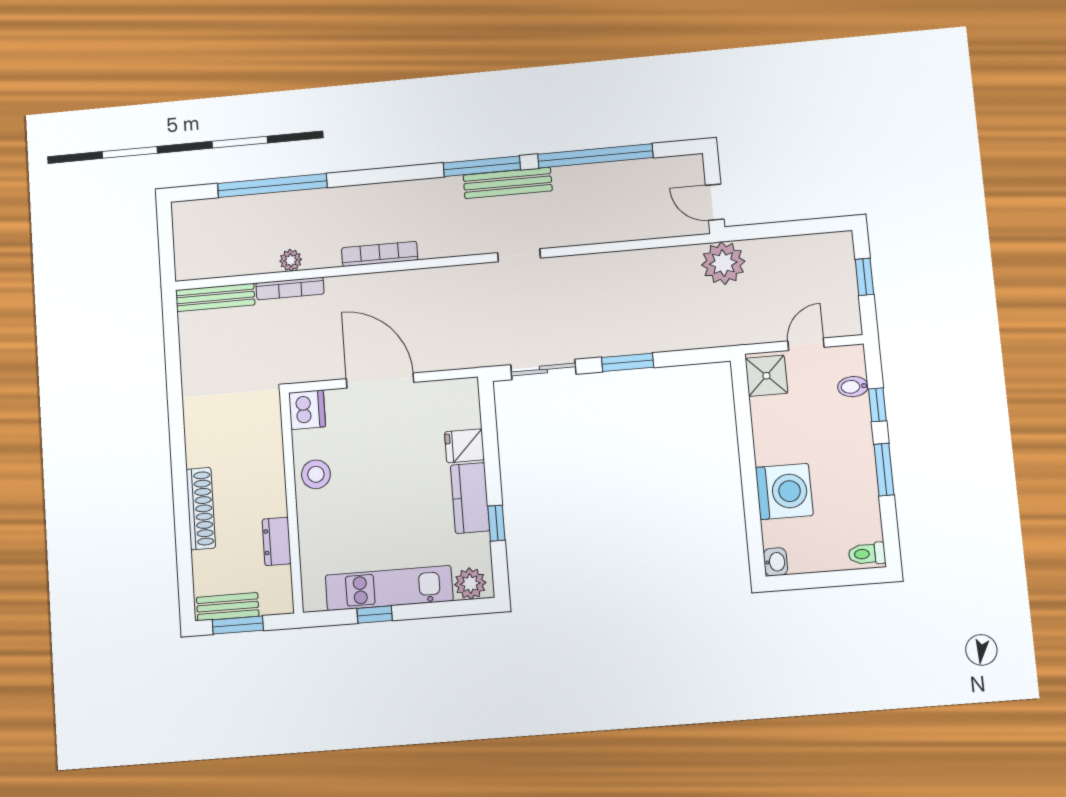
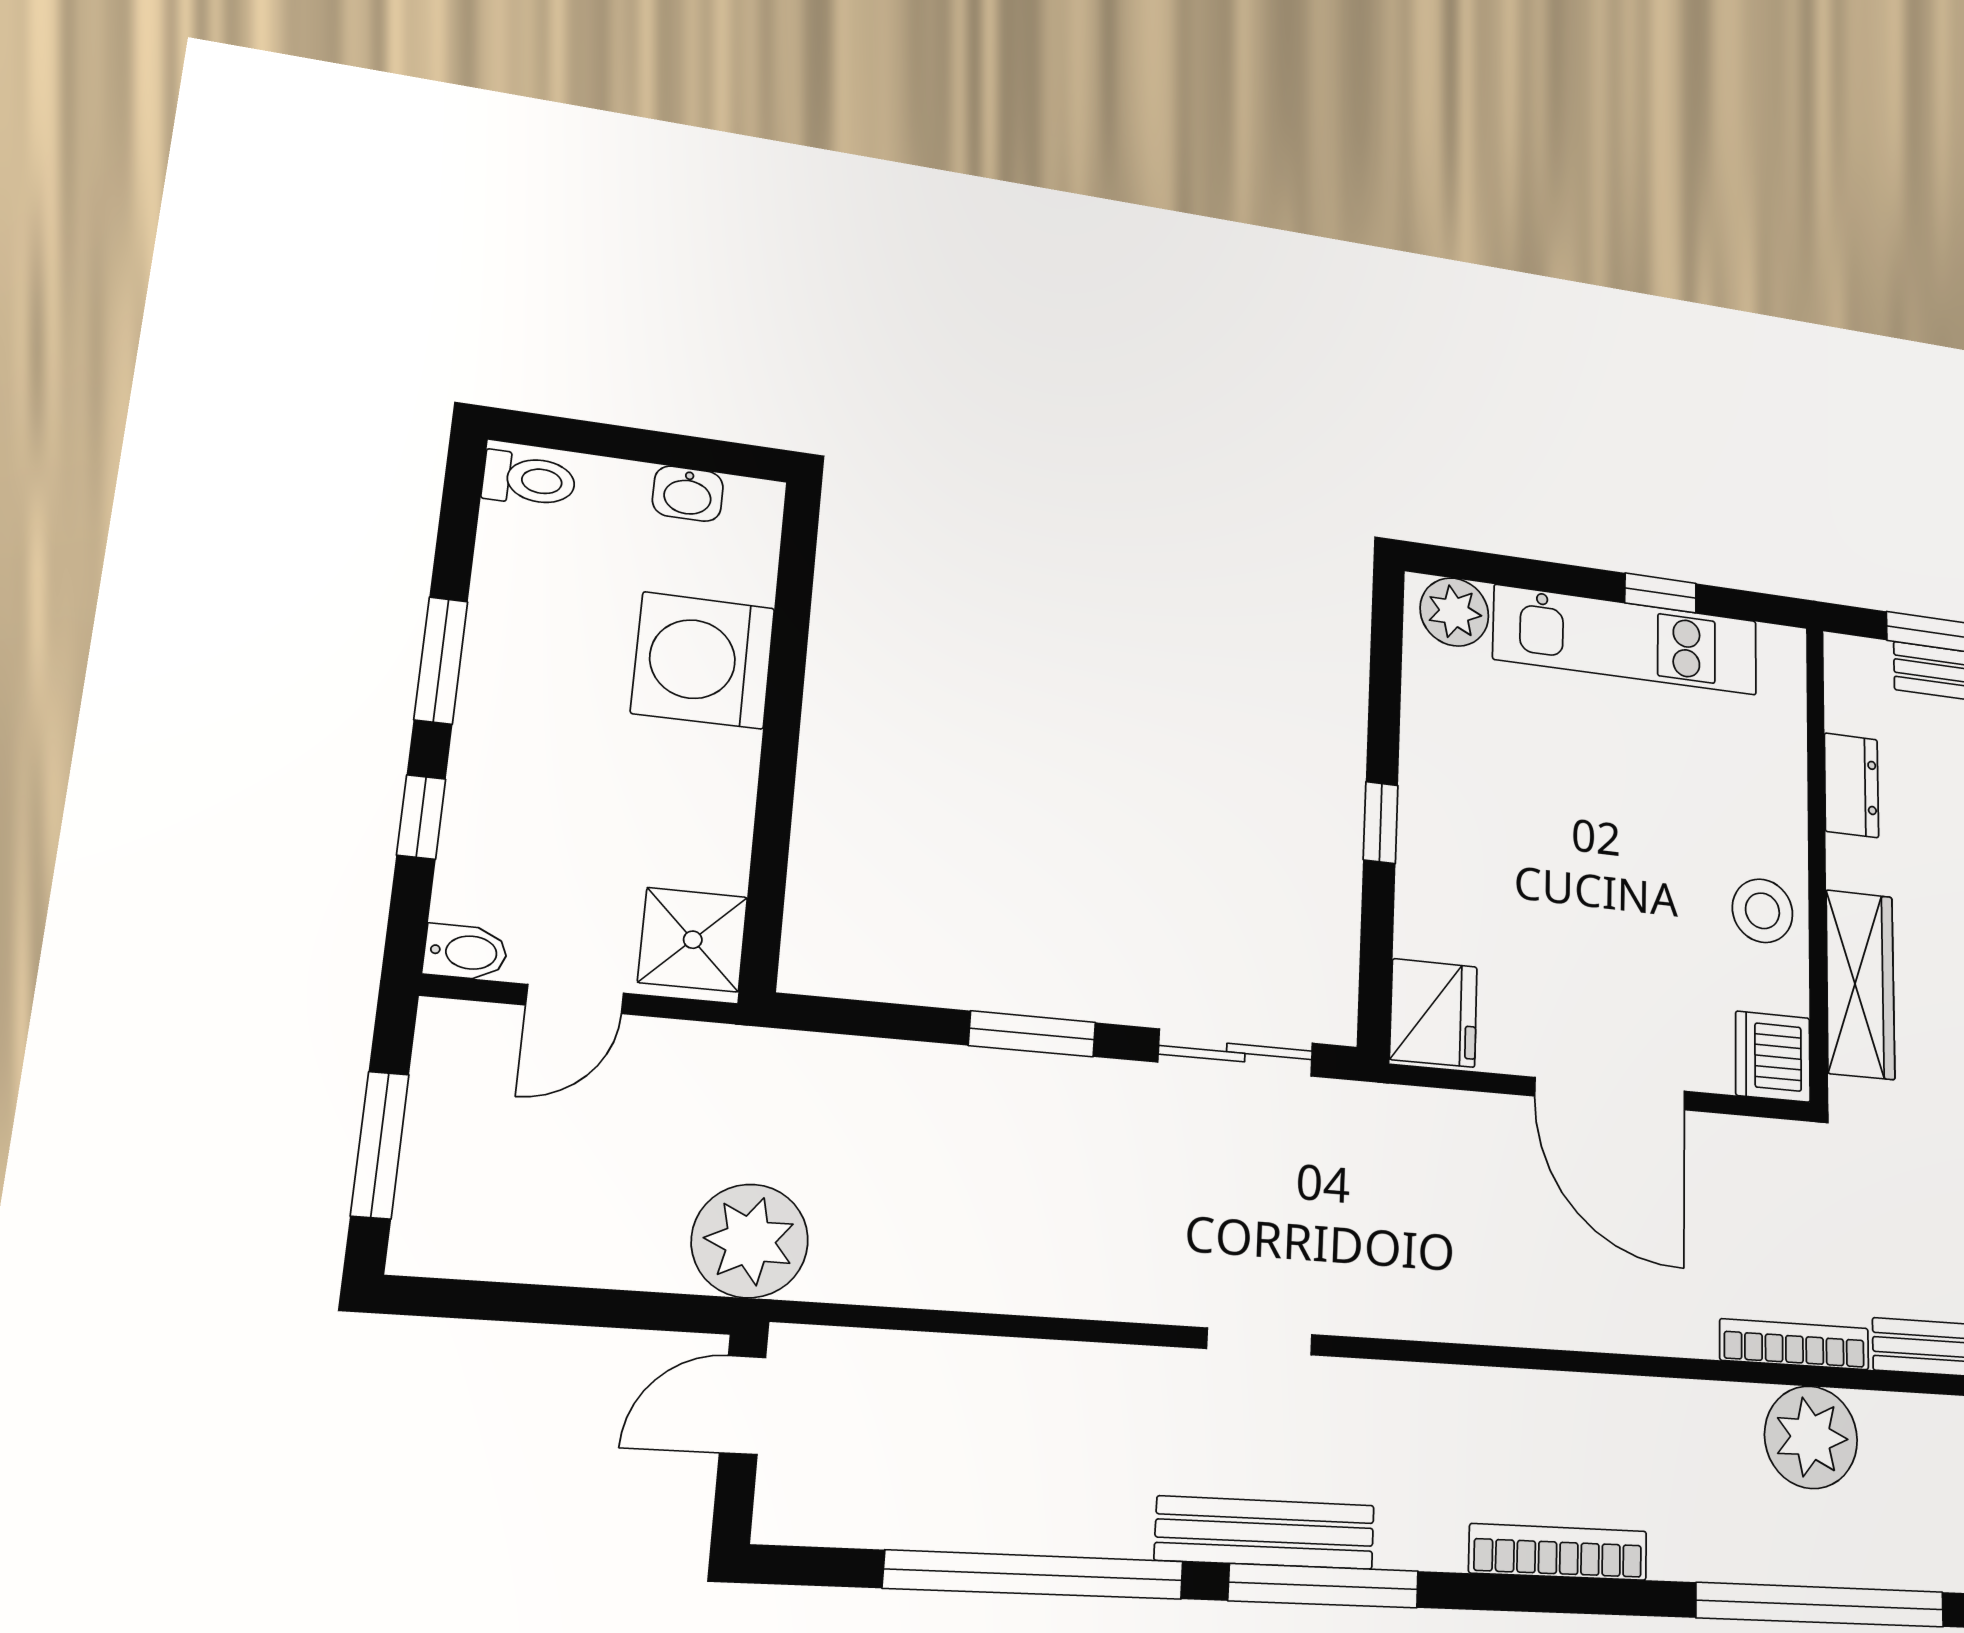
door: (715, 202) -> (743, 1405), swing flipped
bookcase: (380, 254) -> (1558, 1552), moved, turned 180
plant: (291, 260) -> (1811, 1437), width x1.87, depth x1.87
window: (864, 277) -> (380, 1145), width x1.50
bidet: (853, 387) -> (466, 952), moved
fridge: (464, 446) -> (1434, 1013), moved, width x1.38
wardrobe: (268, 449) -> (1860, 984), added
kitchen counter: (470, 498) -> (1436, 793), removed
window: (496, 523) -> (1381, 823), moved
washbasin: (775, 562) -> (688, 494), moved, turned -90

